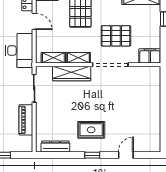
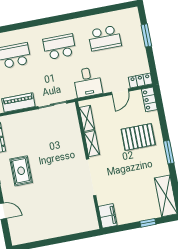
pallet: (116, 36) -> (121, 178), removed
desk: (19, 50) -> (88, 82), width x0.73
wardrobe: (72, 73) -> (75, 140), removed

